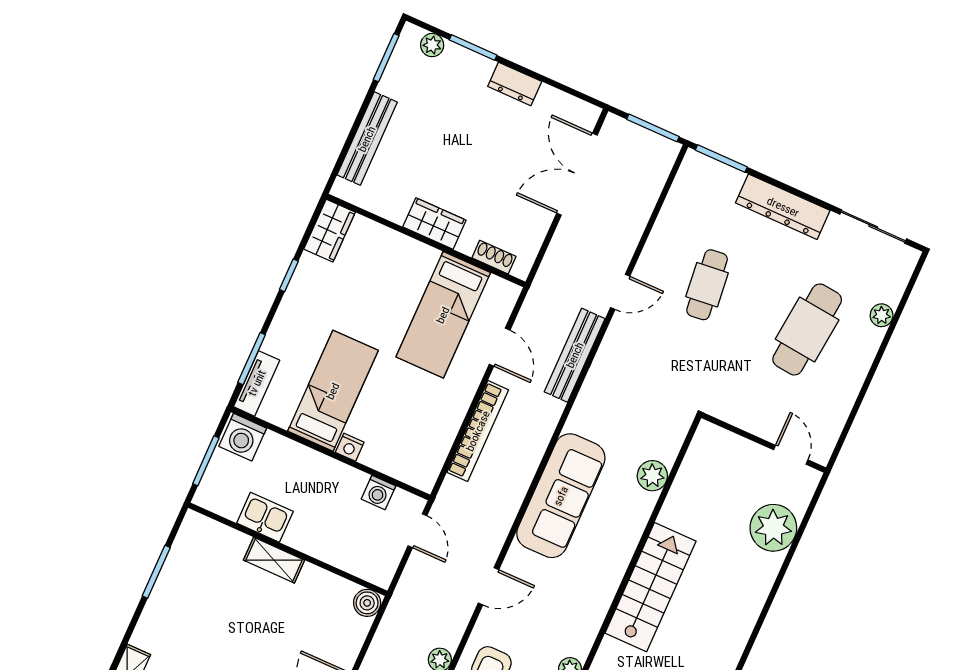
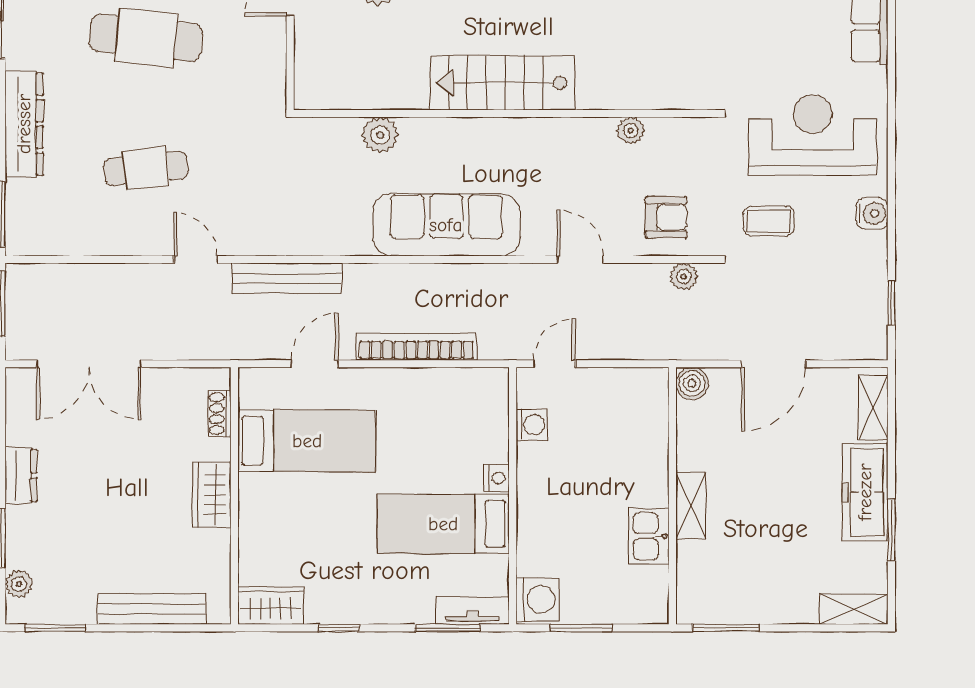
kitchen sink: (265, 517) -> (649, 536), moved
wall: (288, 549) -> (672, 496), moved
shelving: (274, 560) -> (691, 505), moved
boiler: (367, 603) -> (692, 383), moved

